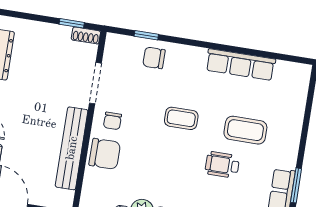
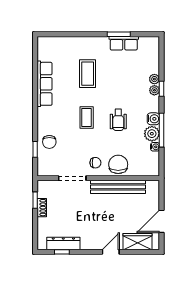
shoe rack: (86, 35) -> (42, 208), moved
wheelchair: (222, 165) -> (118, 120), moved

